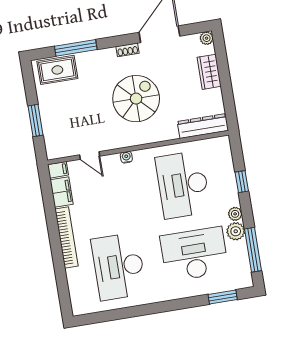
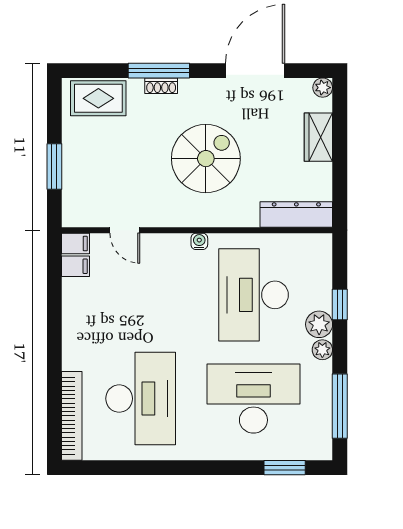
window: (76, 48) -> (159, 71), moved
shoe rack: (128, 50) -> (161, 86), moved
water cooler: (126, 157) -> (199, 241), moved
filing cabinet: (62, 192) -> (75, 266), width x0.50
plant: (236, 231) -> (319, 324), moved
bookcase: (67, 238) -> (72, 416), moved
desk: (119, 266) -> (141, 399), turned 180

